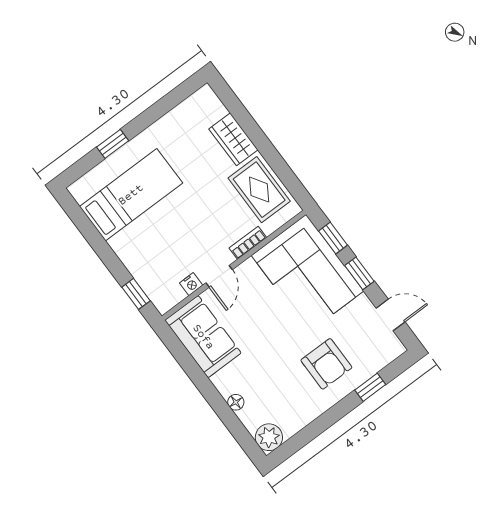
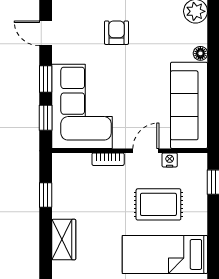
window: (280, 168) -> (46, 195), added
rug: (259, 190) -> (158, 204), moved, turned 90
sofa: (203, 337) -> (189, 105), width x1.36
armchair: (326, 364) -> (117, 33), width x0.72, depth x0.72

